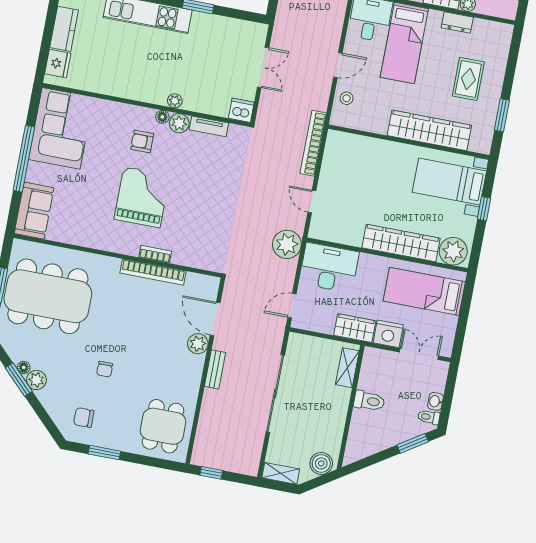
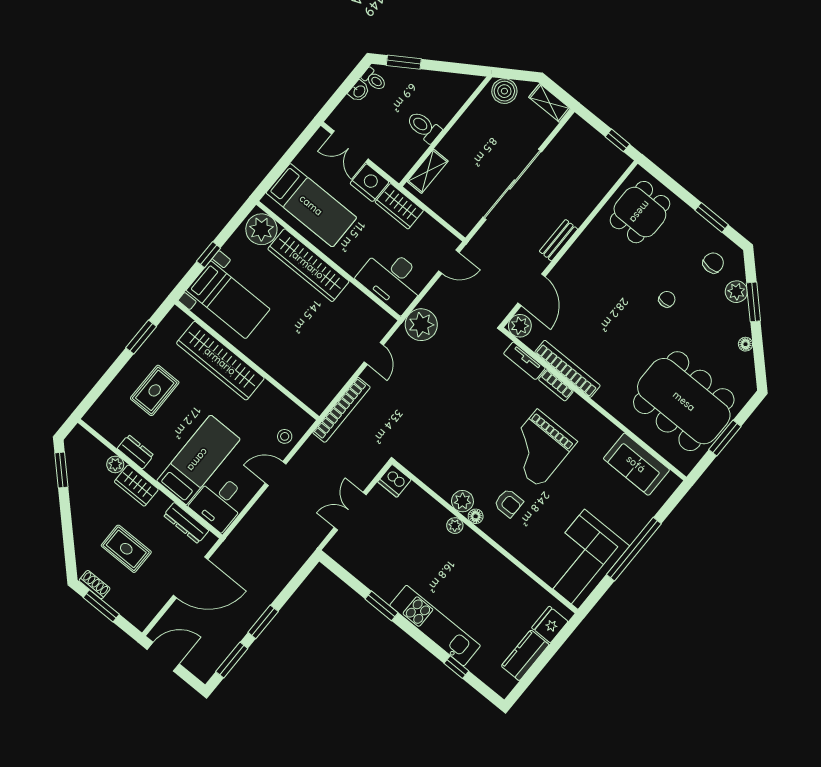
tv unit: (209, 126) -> (524, 361), moved, turned 180
sofa: (34, 211) -> (636, 464), moved, turned -90
plant: (198, 344) -> (520, 326), moved
window: (19, 380) -> (753, 302), moved
plant: (36, 380) -> (736, 292), moved
chair: (84, 418) -> (713, 263), turned -90

